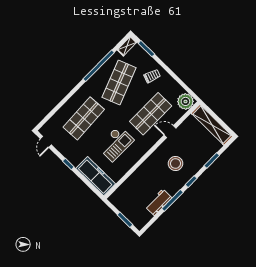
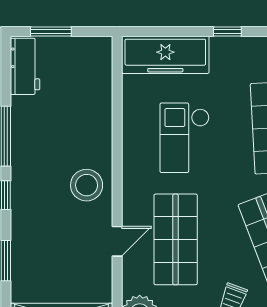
stool: (176, 164) -> (87, 185), moved
workbench: (159, 202) -> (25, 66), moved

